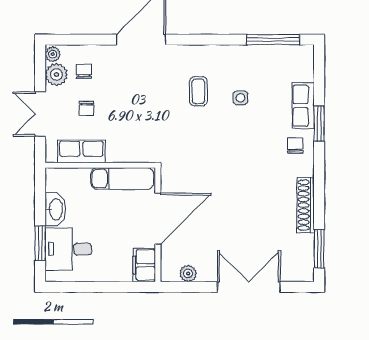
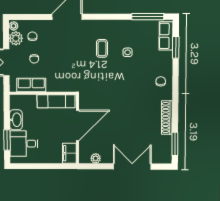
row of seats: (303, 106) -> (166, 36), moved
window: (319, 124) -> (176, 47), moved

